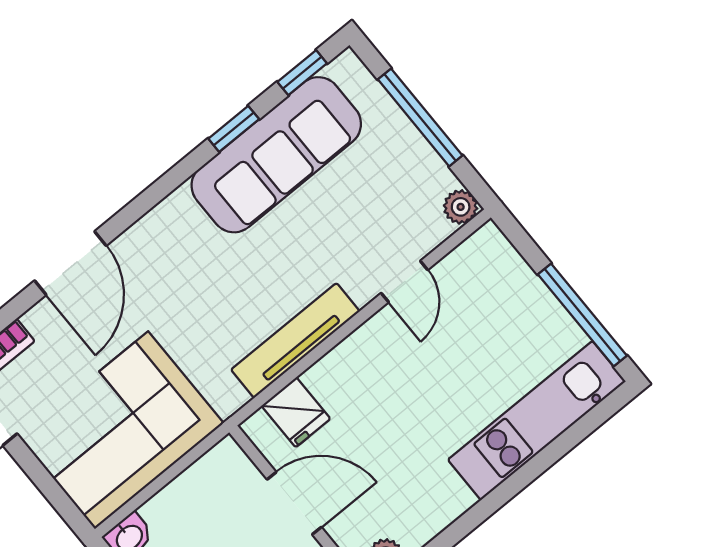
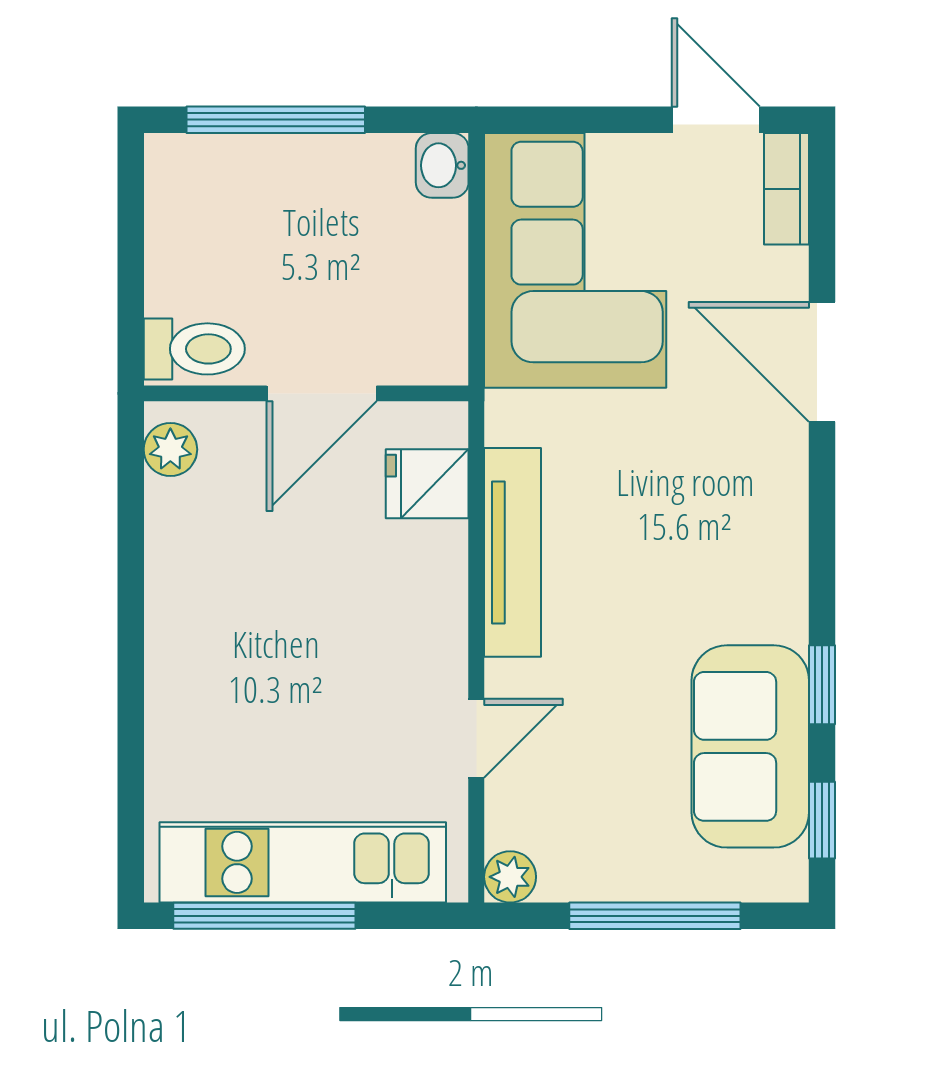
sofa: (276, 155) -> (750, 746), width x0.73
door: (404, 282) -> (476, 738), swing flipped
kitchen unit: (537, 421) -> (303, 862), moved, turned -90

